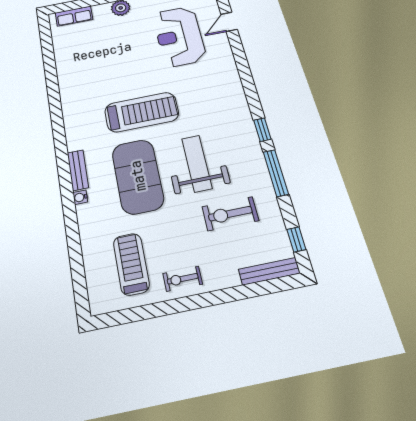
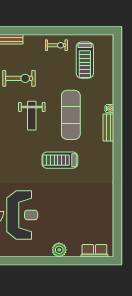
treadmill: (142, 112) -> (60, 160), width x0.73, depth x0.73
weight bench: (197, 163) -> (32, 116), width x0.73, depth x0.75
exercise mat: (138, 176) -> (71, 115), width x0.68

